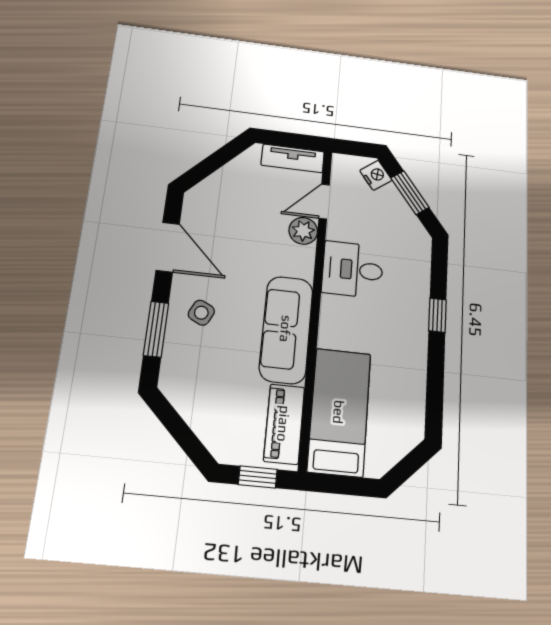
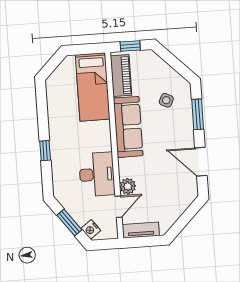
desk: (353, 270) -> (97, 174), width x1.37
side table: (201, 313) -> (166, 100), moved

